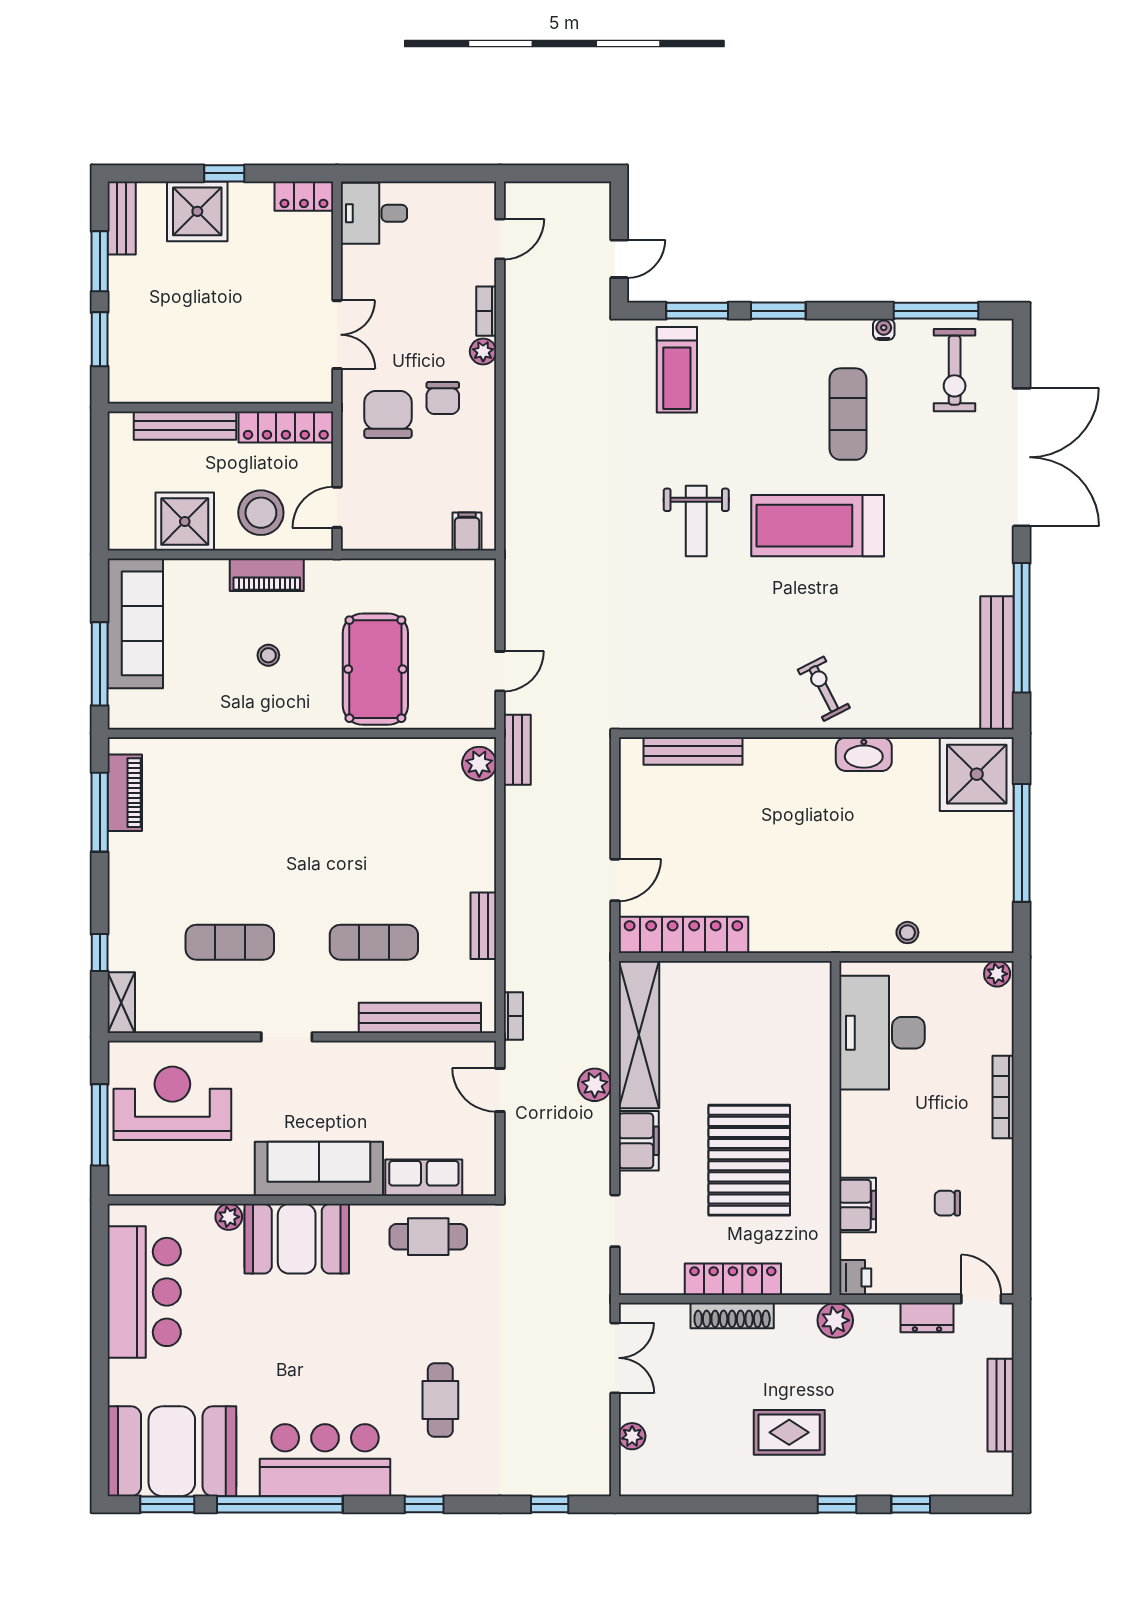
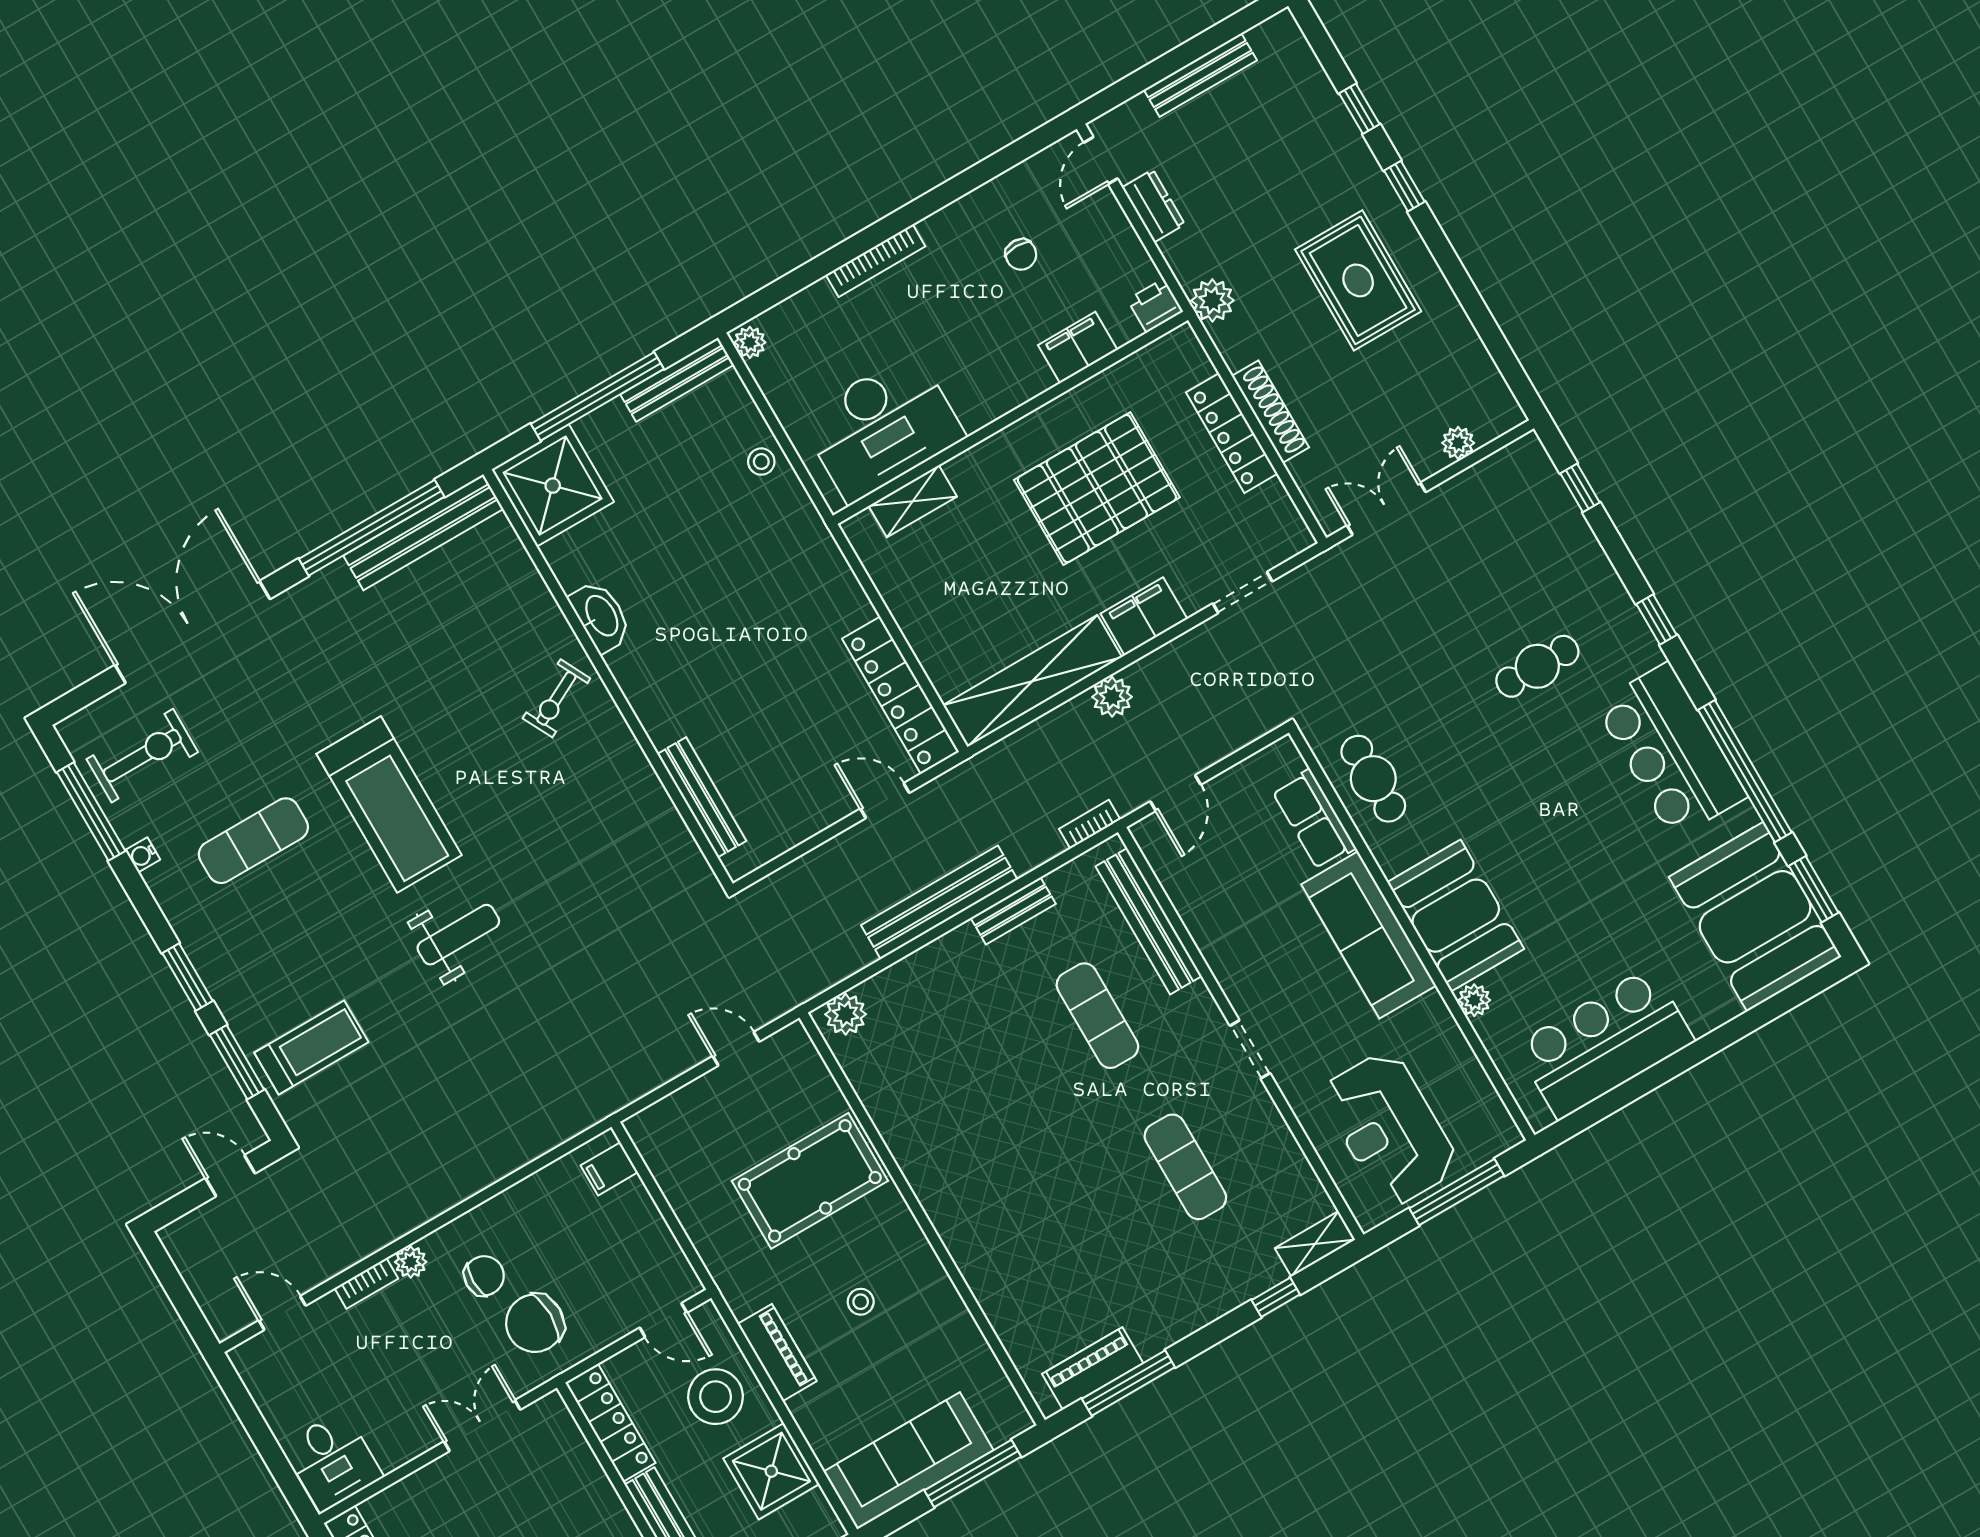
bench: (517, 750) -> (939, 902), moved, width x1.86, depth x1.21
bench: (1001, 907) -> (677, 380), added
shelving: (817, 1024) -> (913, 501), added
rug: (789, 1432) -> (1358, 280), width x1.36, depth x1.43

